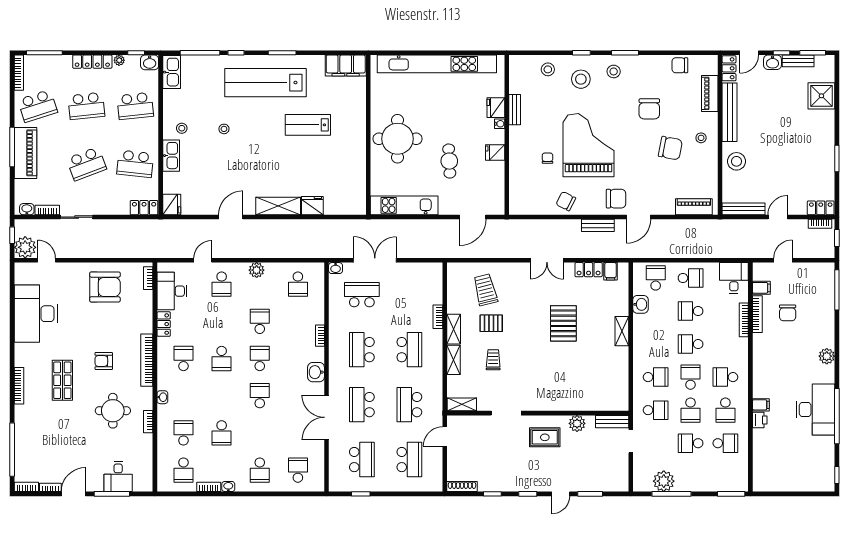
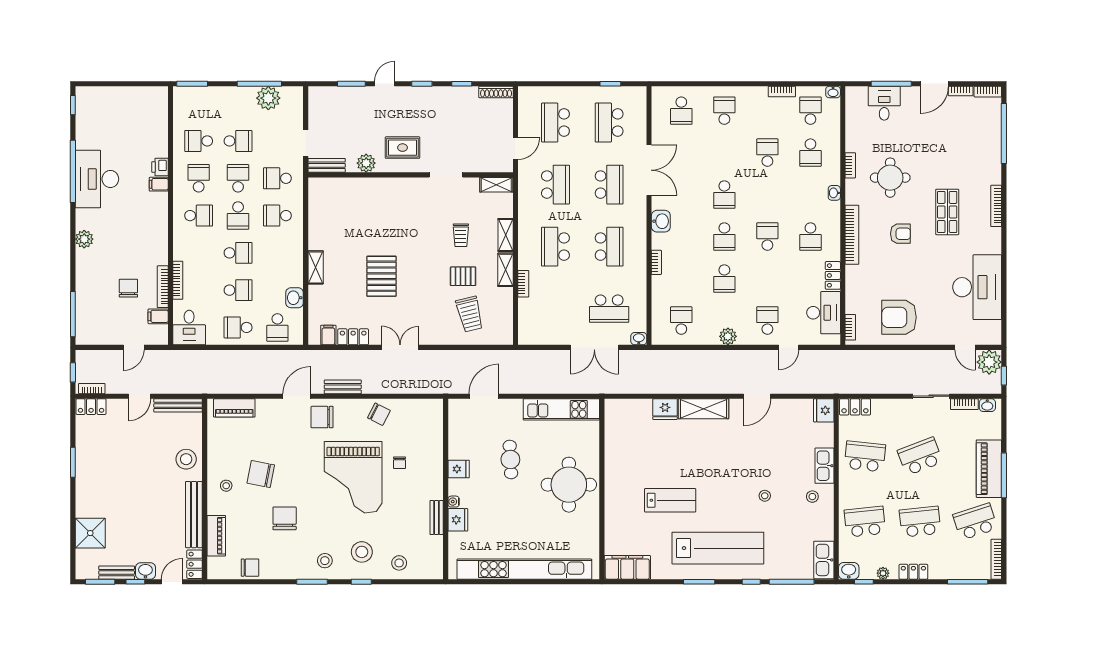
locker: (92, 62) -> (913, 572), width x0.66
washbasin: (228, 487) -> (833, 92), moved

